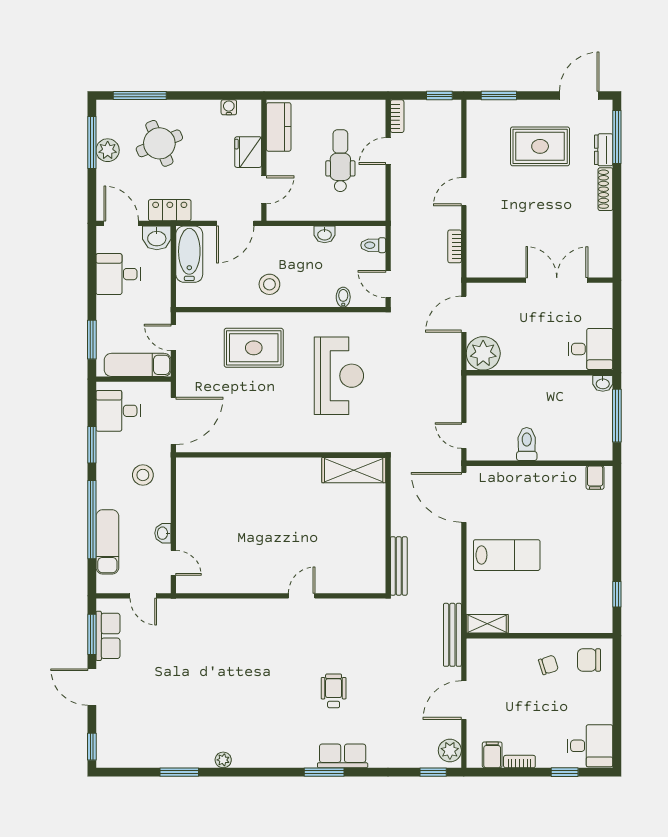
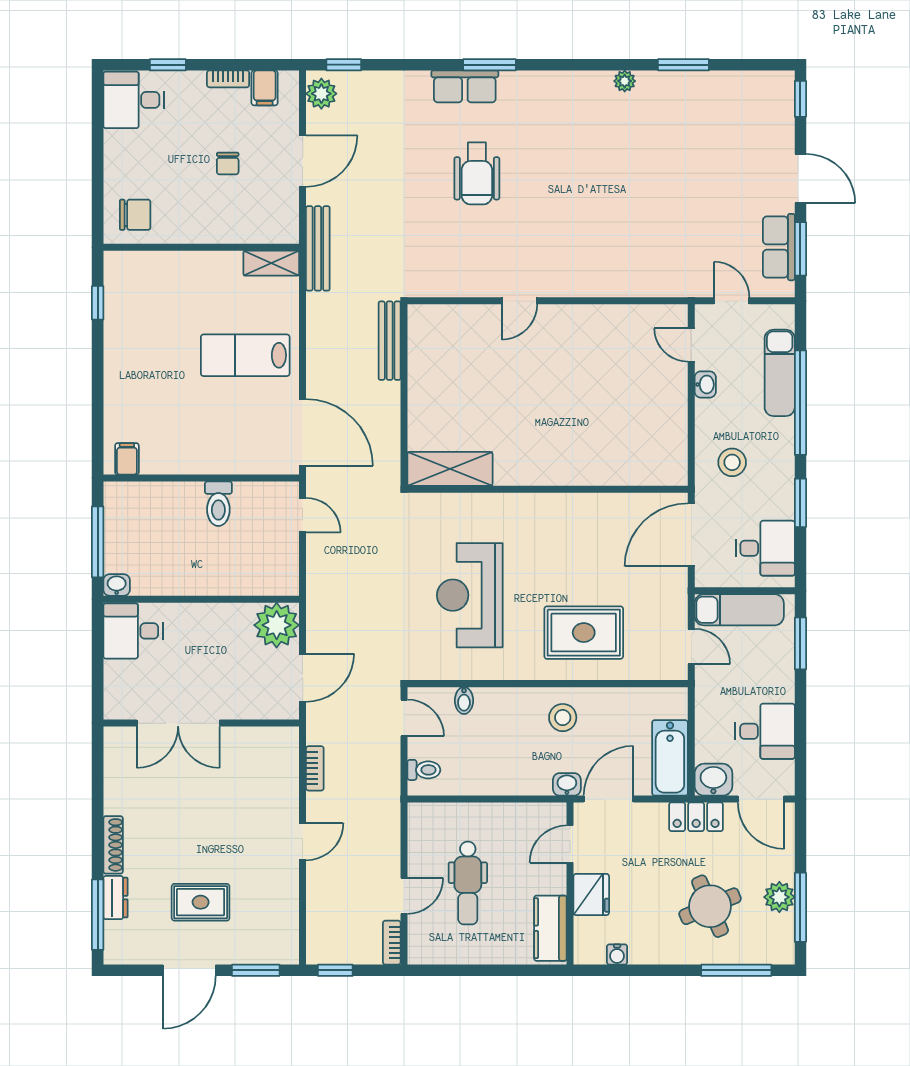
door: (579, 95) -> (189, 970), moved
rug: (540, 146) -> (201, 902), width x0.73, depth x0.70
washbasin: (325, 234) -> (567, 784), moved
chair: (548, 665) -> (228, 163), moved, turned -72
wheelchair: (334, 691) -> (477, 173), width x1.36, depth x1.37

